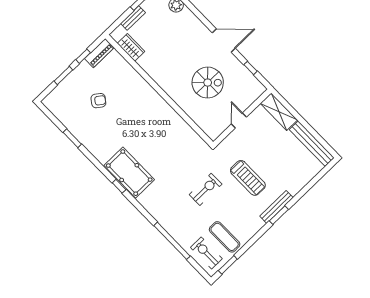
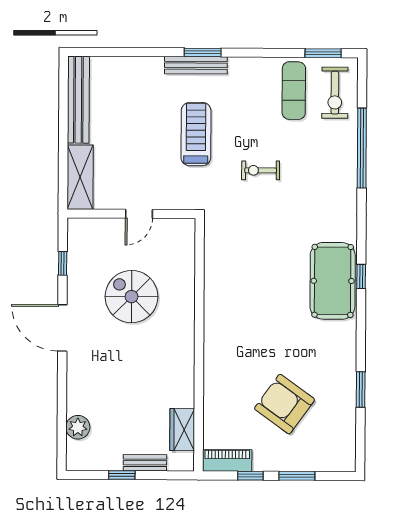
armchair: (98, 101) -> (284, 404), width x1.88, depth x1.88
exercise bike: (206, 189) -> (261, 170), width x0.73, depth x0.72

